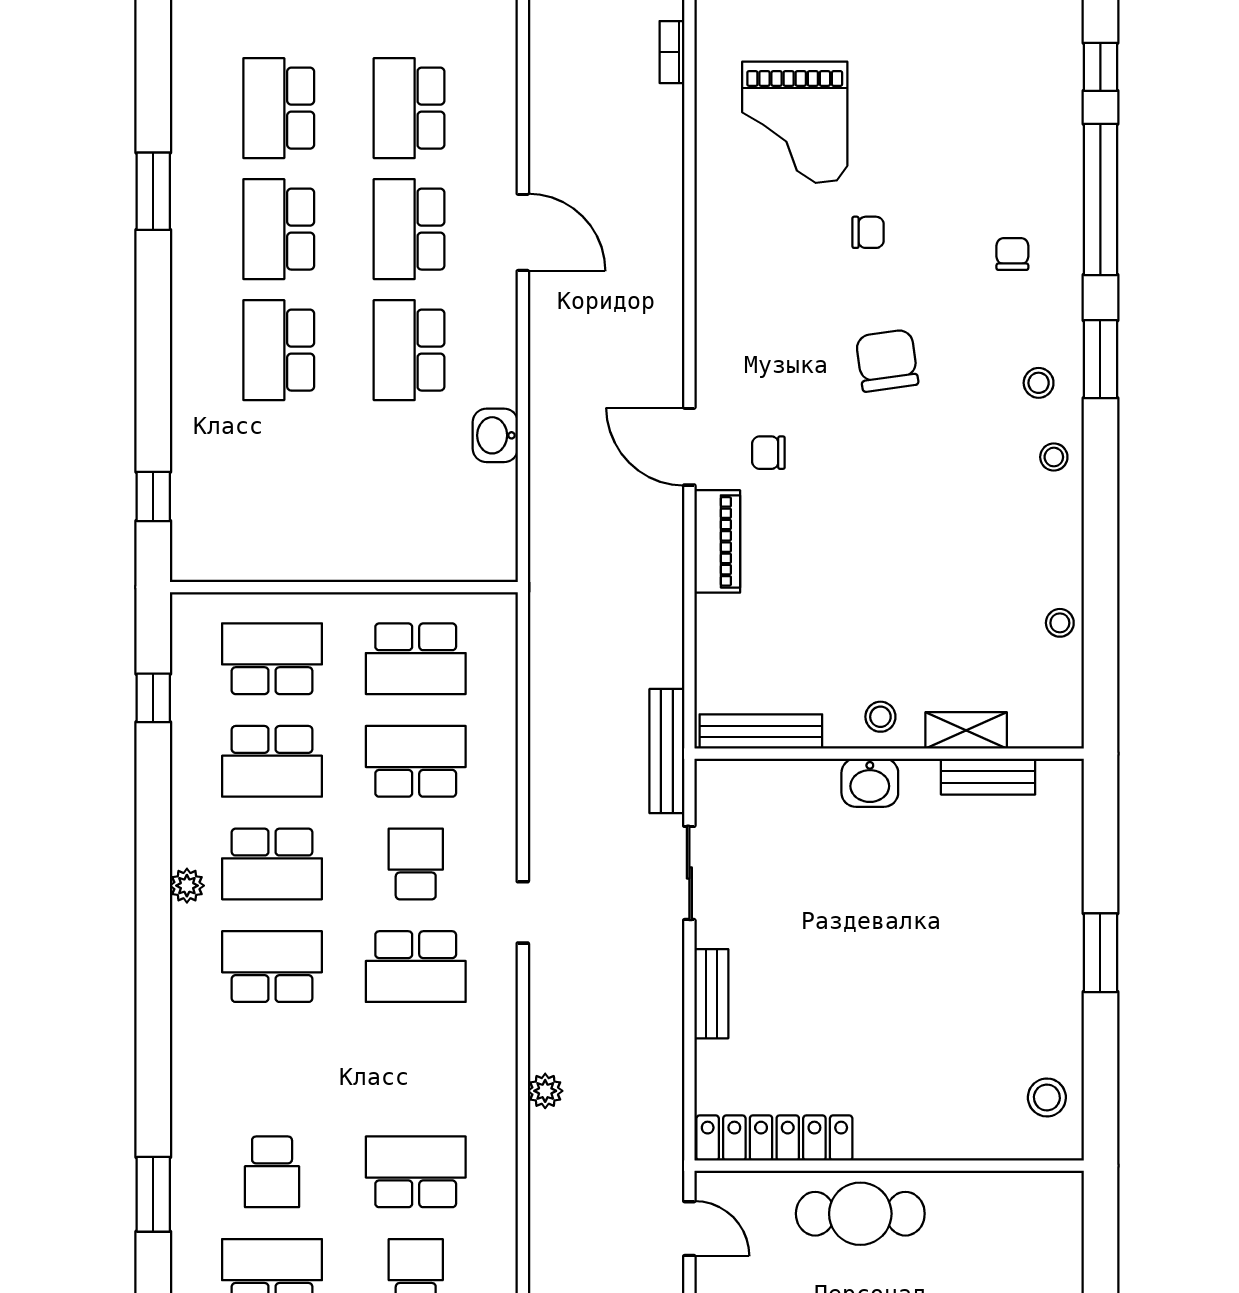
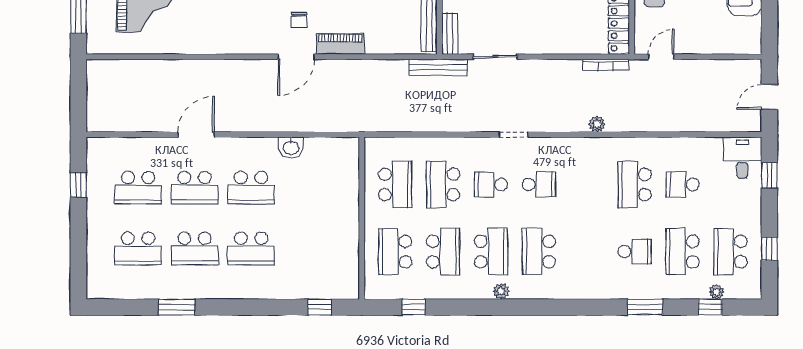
bookcase: (672, 52) -> (606, 65), moved, width x1.56
school desk: (416, 967) -> (539, 184), width x0.54
bench: (711, 994) -> (450, 34), moved, turned 90

